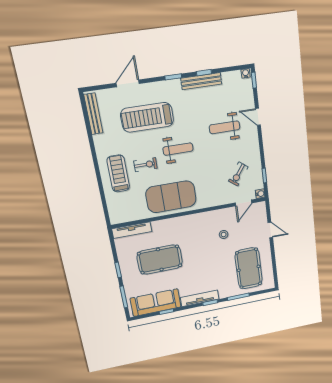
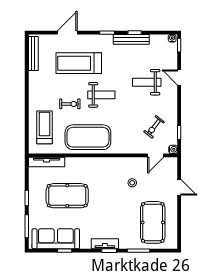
treadmill: (118, 174) -> (45, 127), moved
tv unit: (200, 298) -> (105, 244), width x0.71

